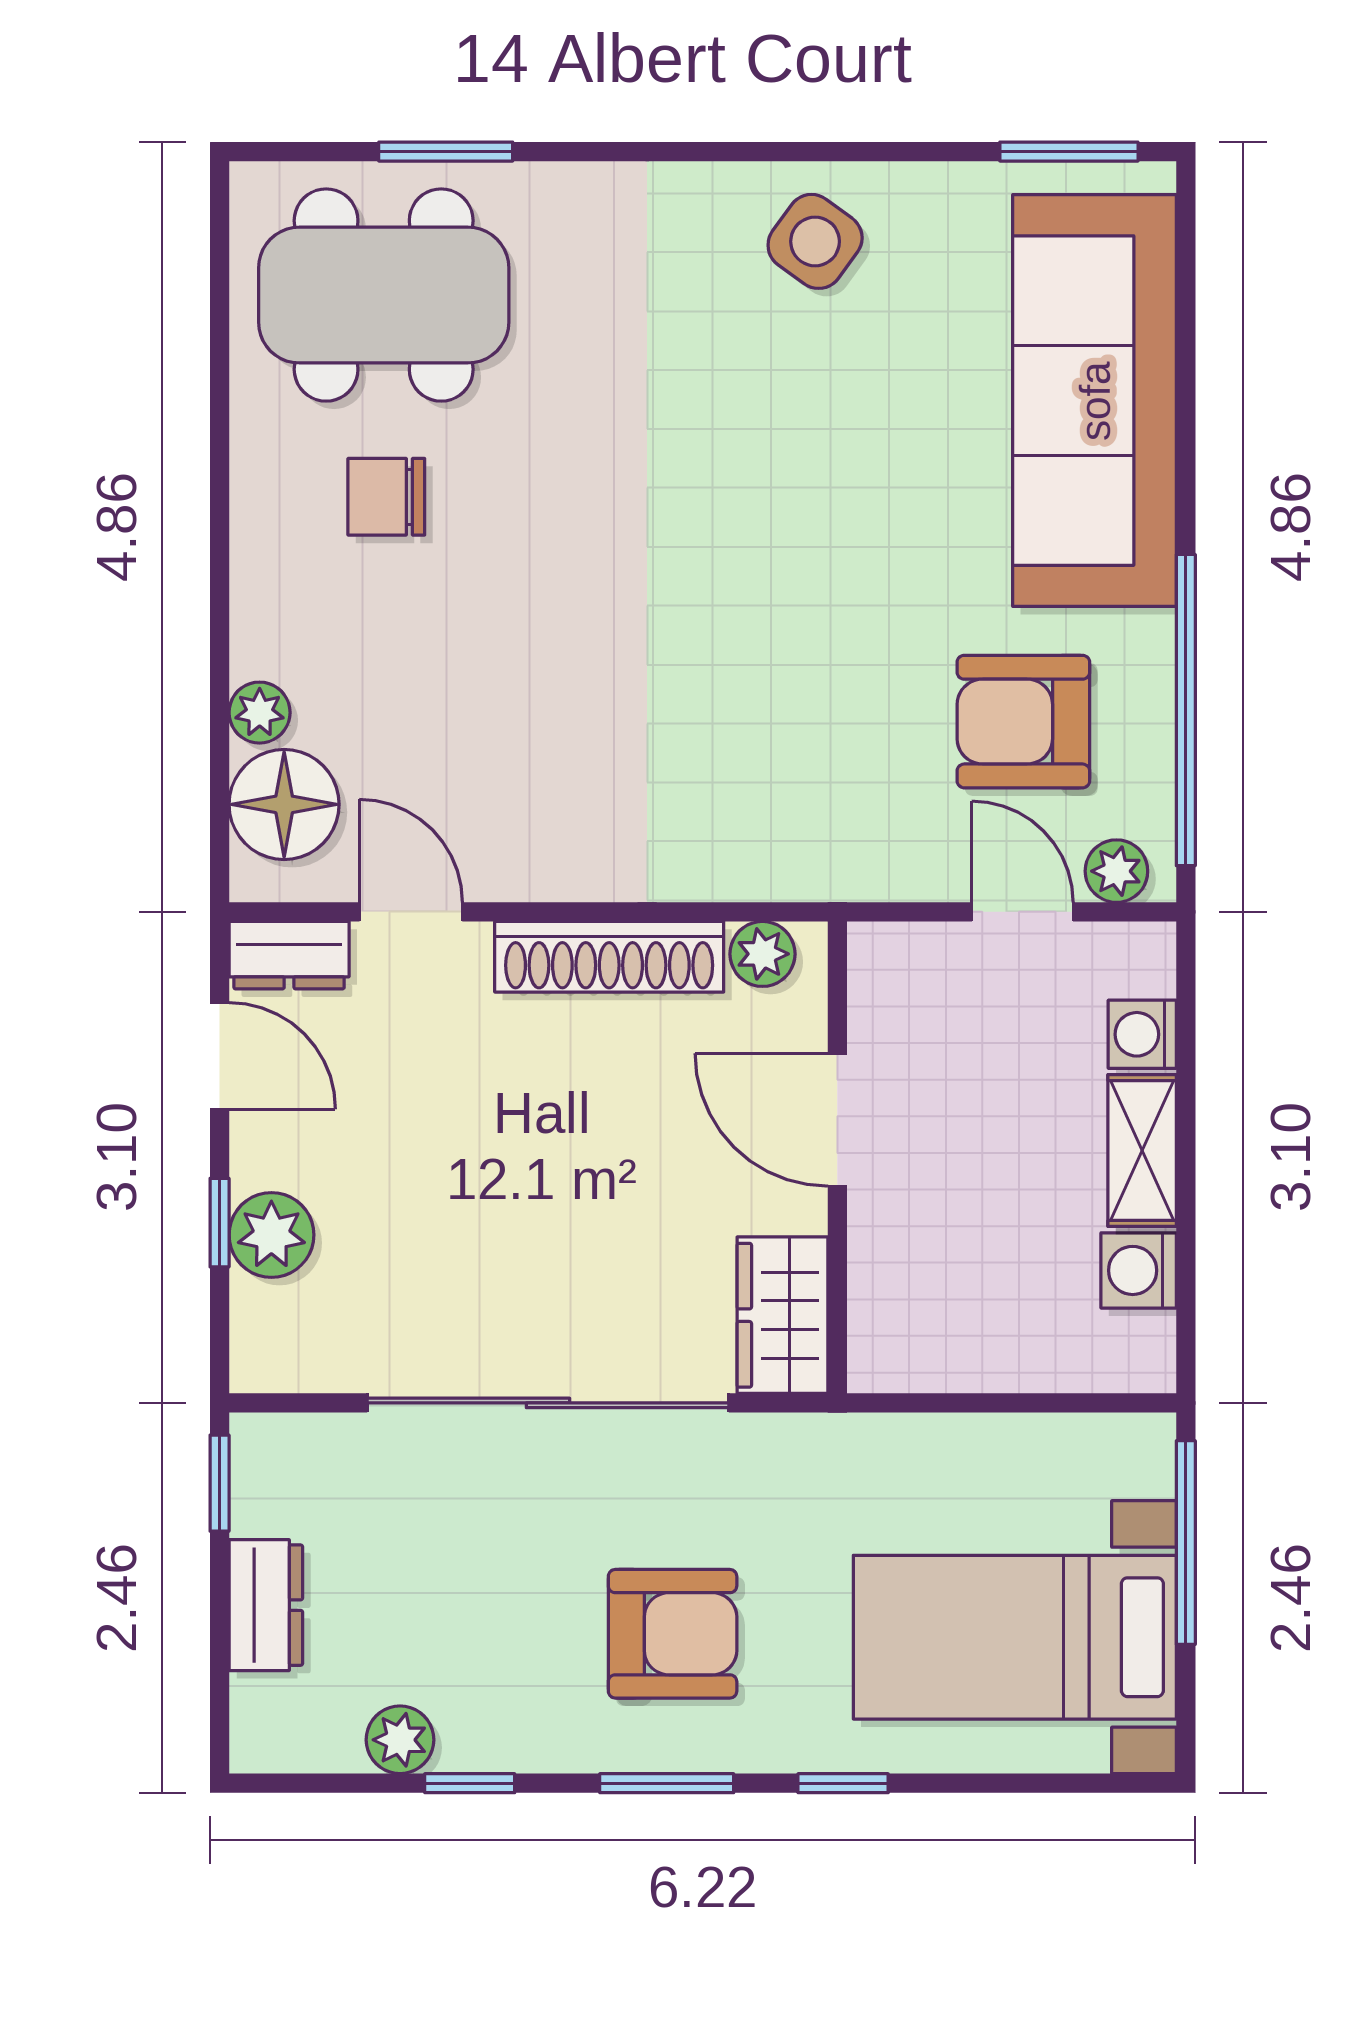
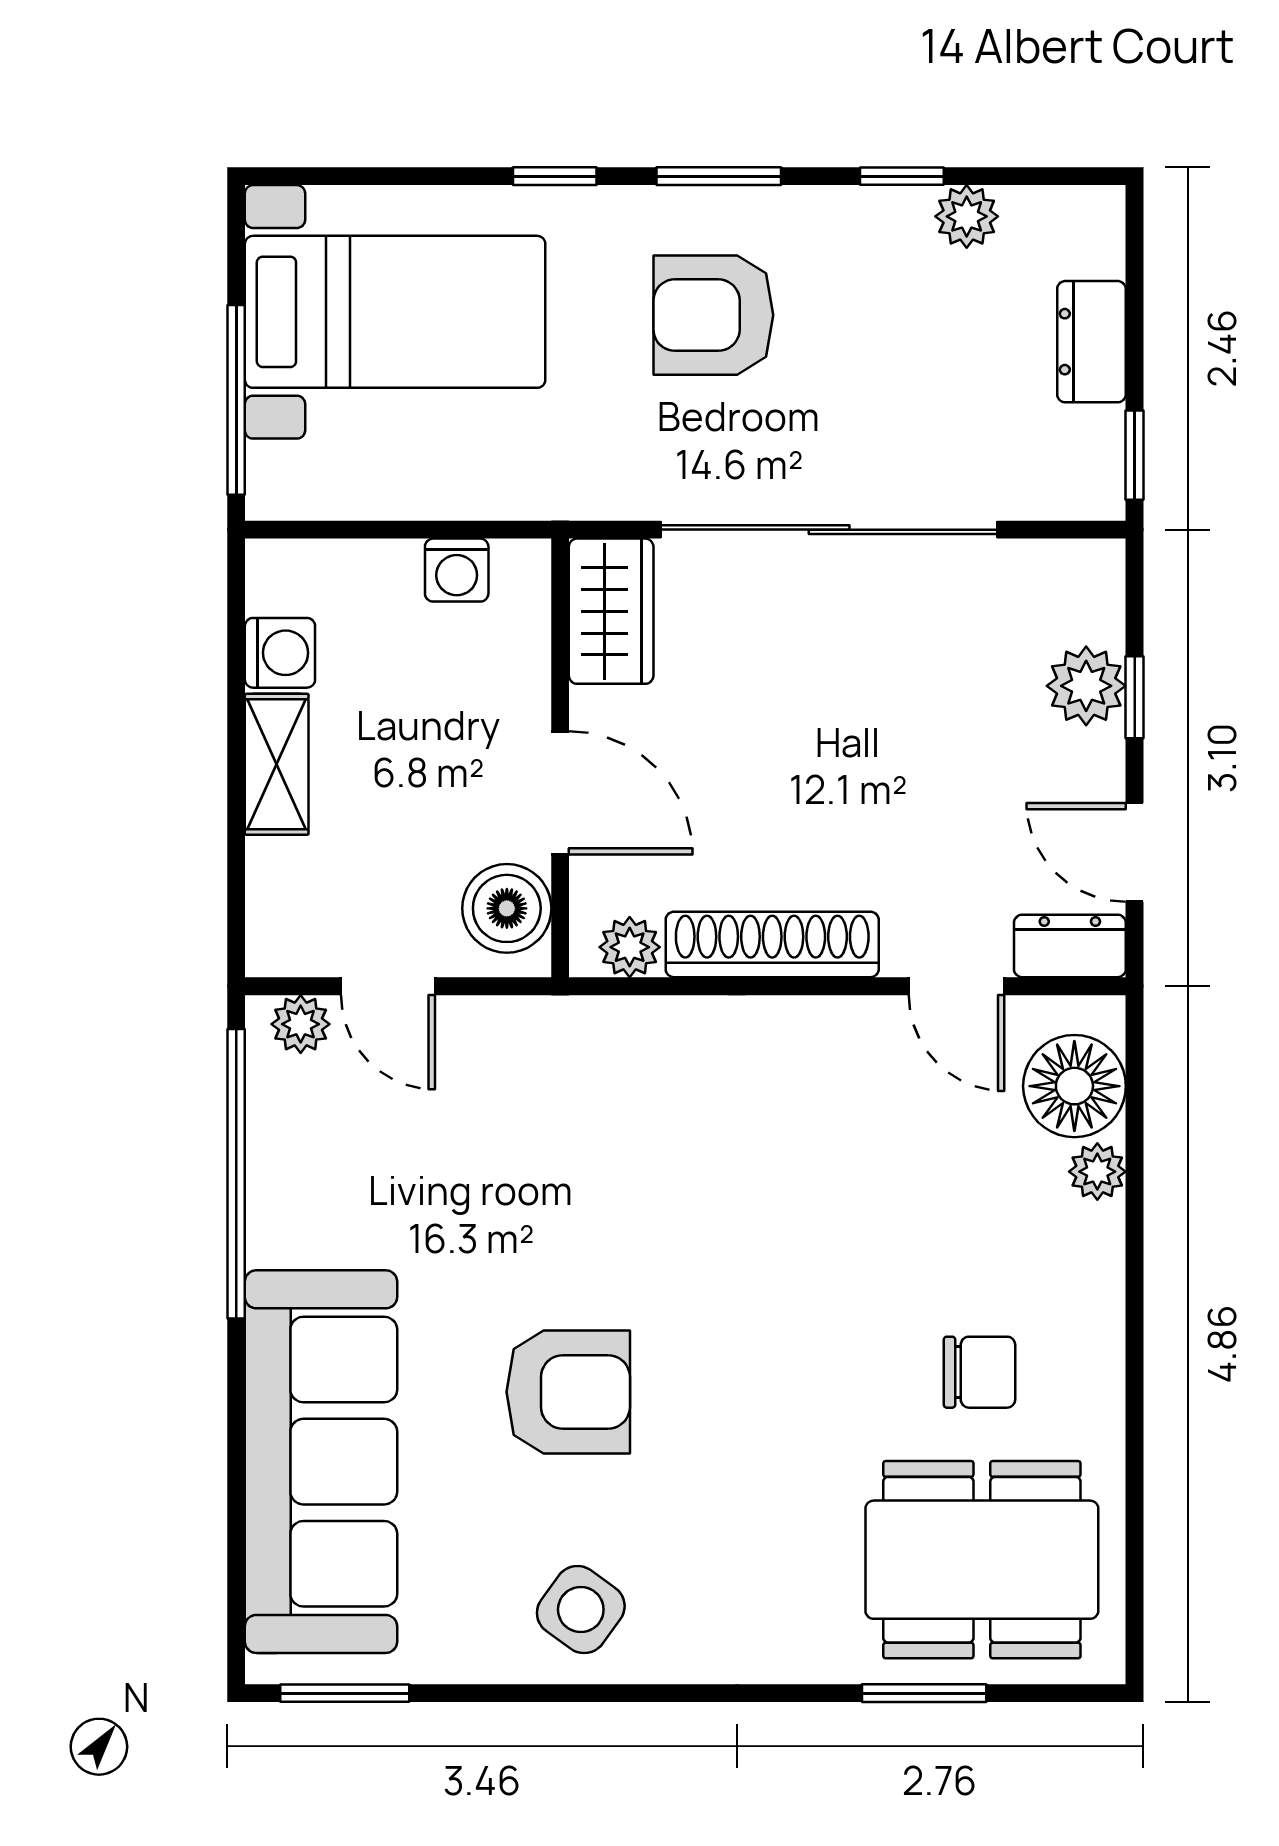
armchair: (1023, 722) -> (568, 1392), moved
boiler: (895, 996) -> (507, 908), added
washing machine: (1142, 1034) -> (457, 570), moved, turned 90

